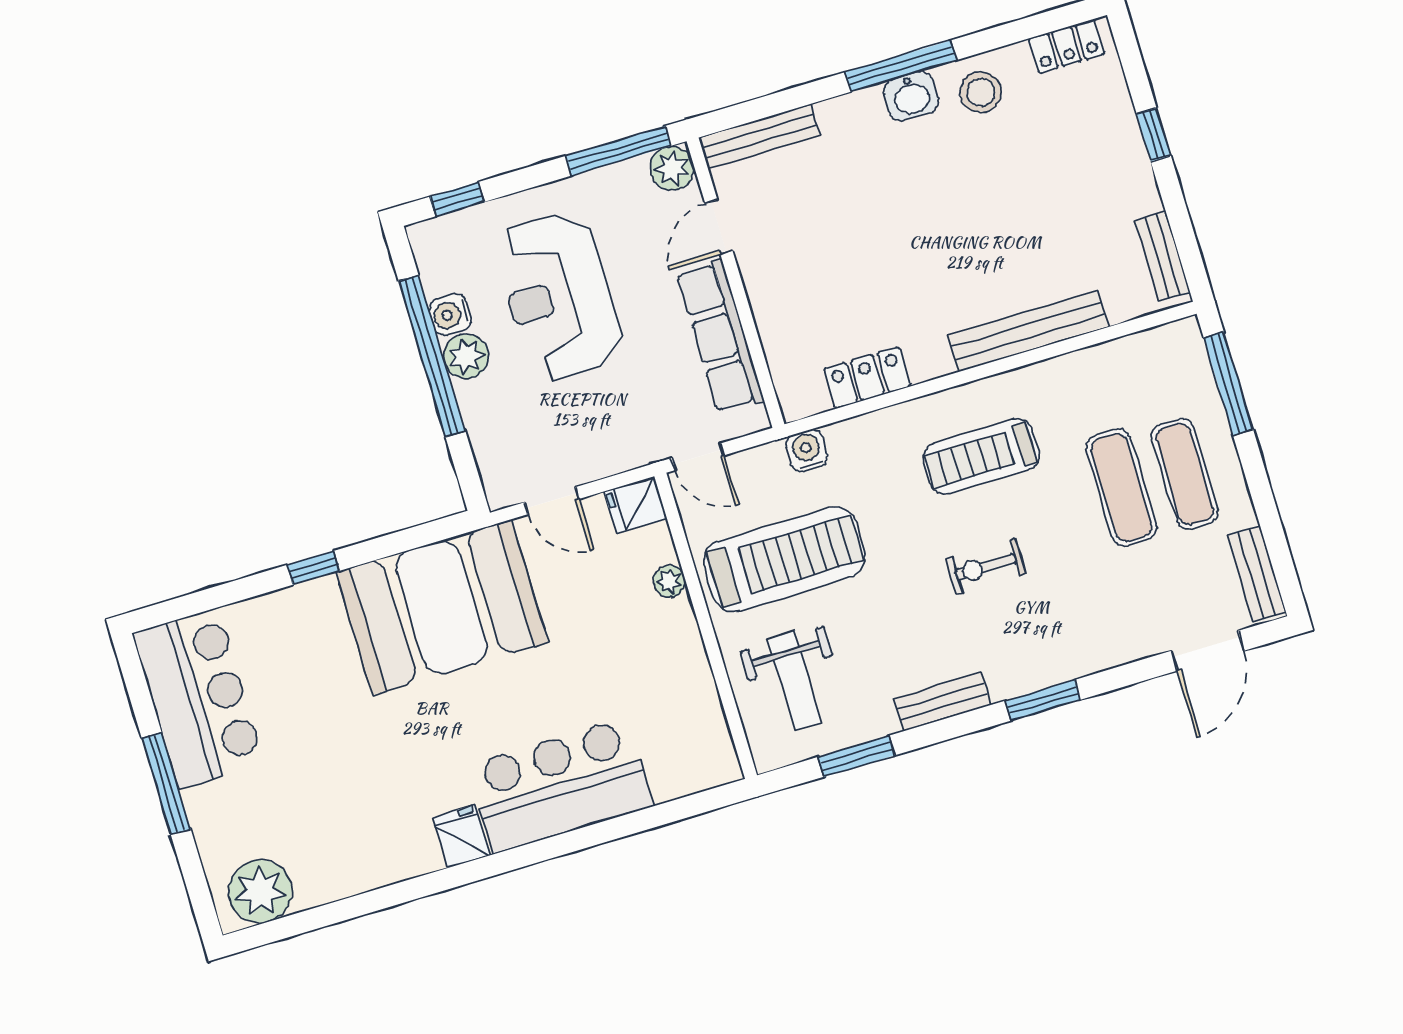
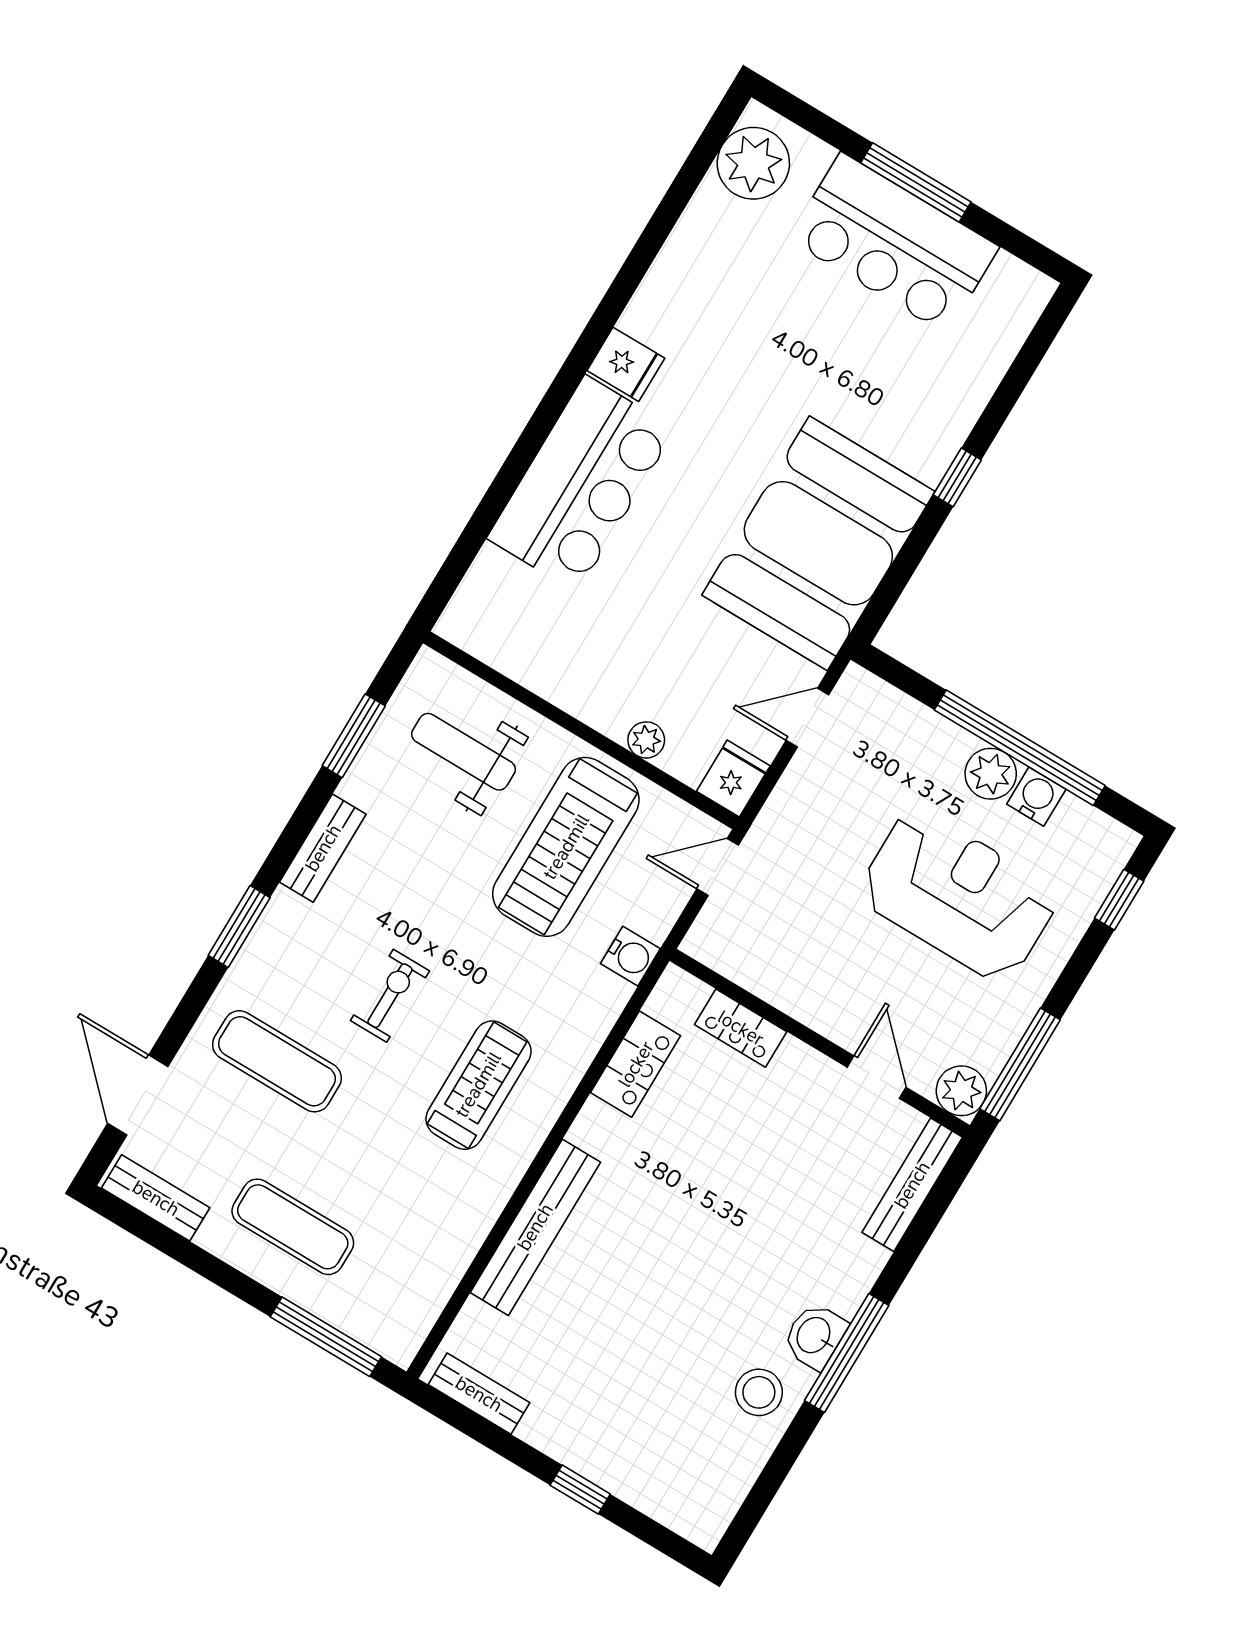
locker: (1067, 46) -> (741, 1028), moved, turned -90
row of seats: (720, 336) -> (791, 986), removed
exercise mat: (1121, 487) -> (277, 1061), moved
bar counter: (199, 698) -> (894, 243), moved

